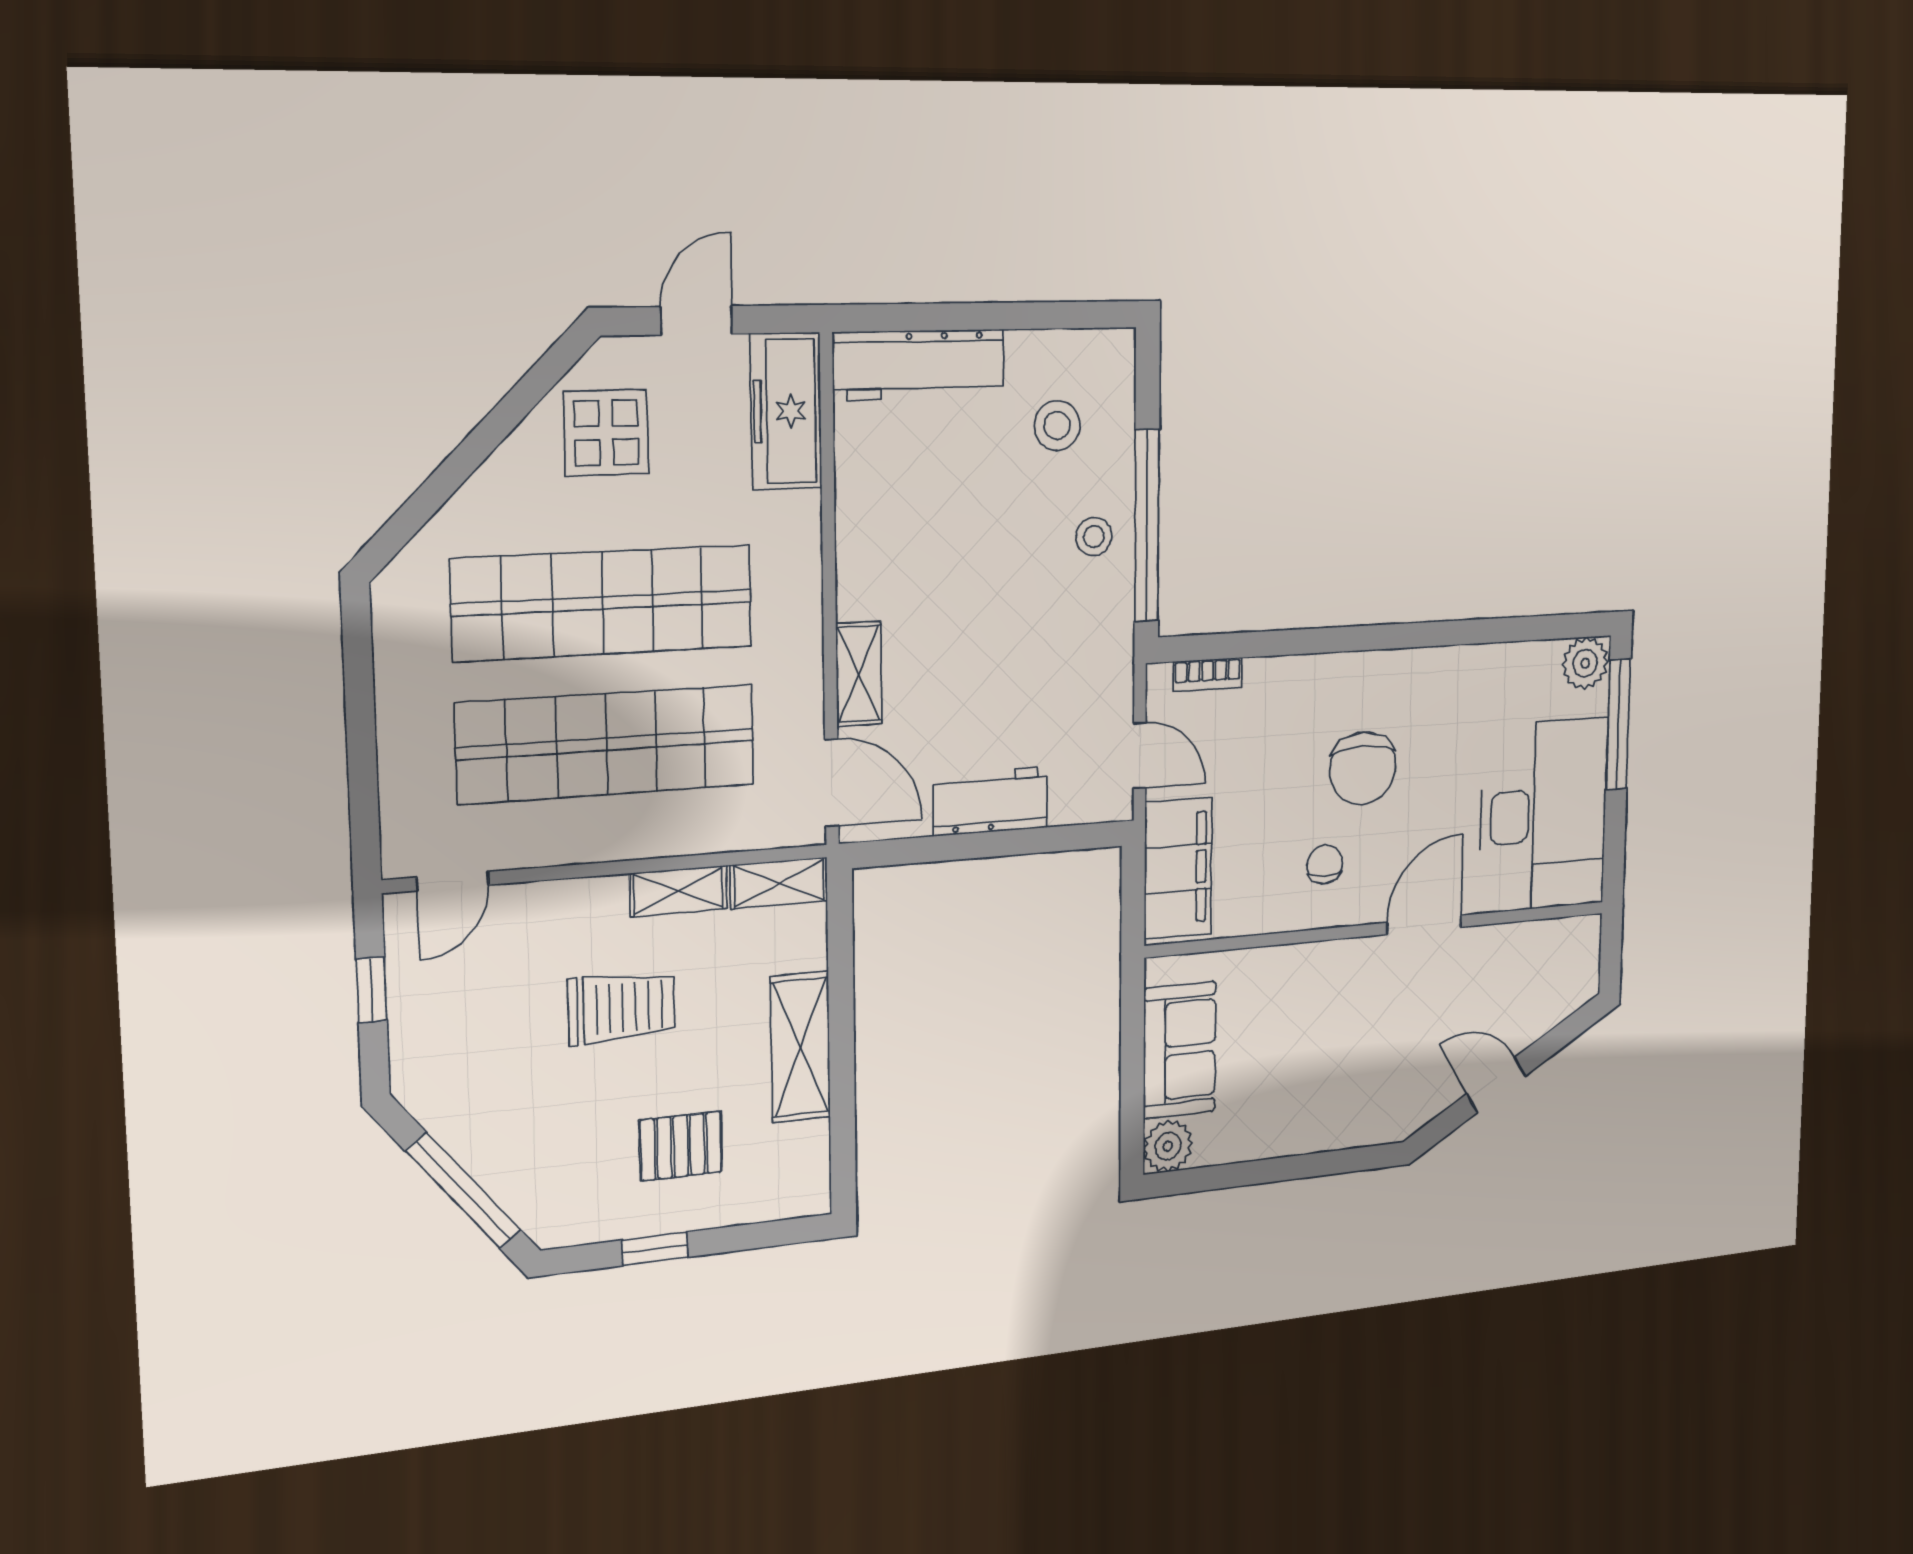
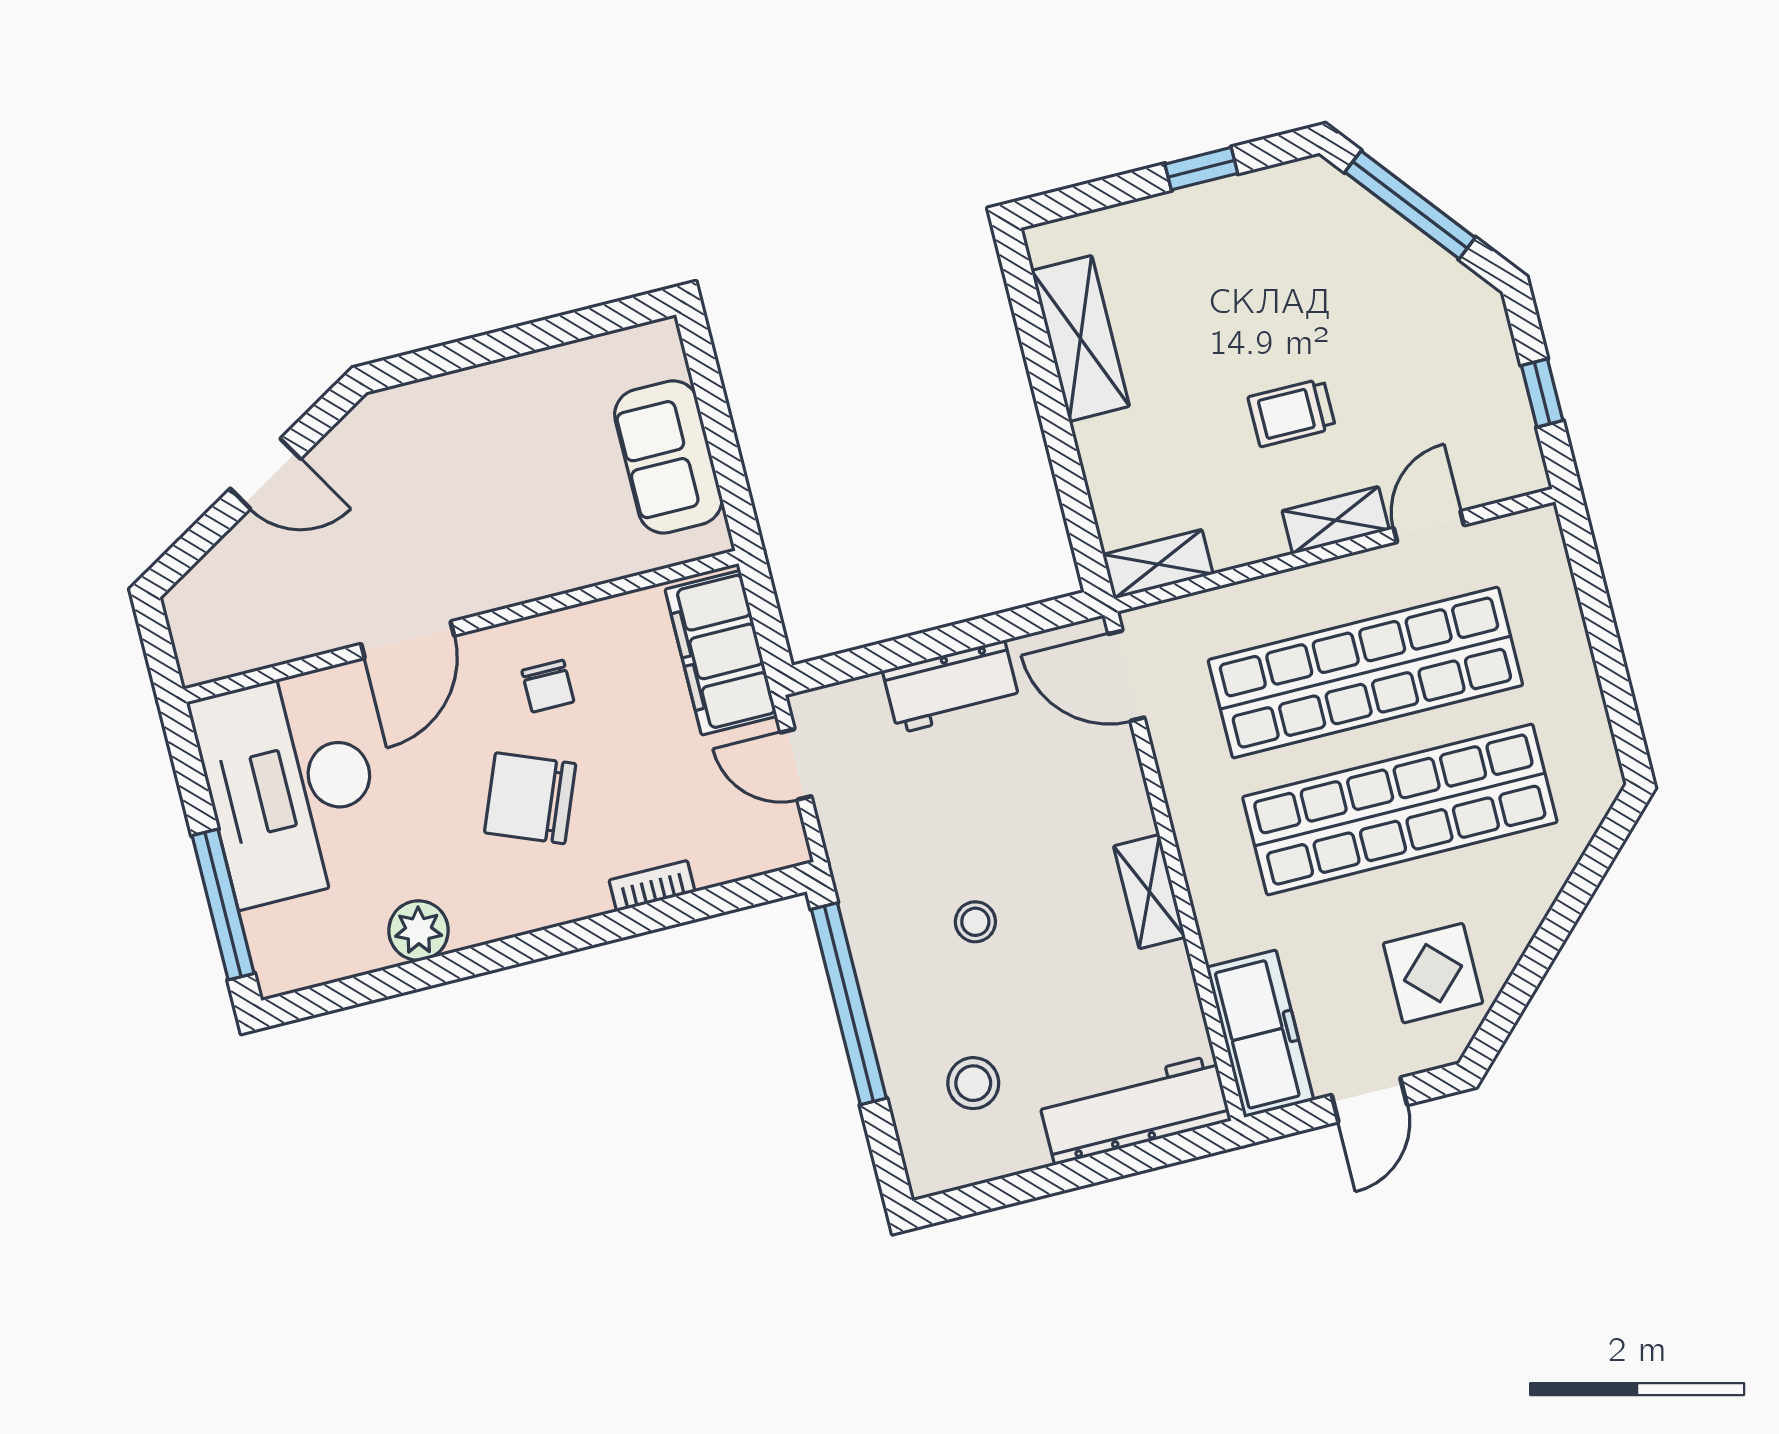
stool: (1094, 537) -> (975, 922), moved
plant: (1585, 663) -> (419, 931), moved
shelving: (859, 674) -> (1149, 892), moved
bookcase: (1208, 674) -> (652, 886), moved
chair: (1363, 768) -> (530, 798), turned -68
door: (453, 881) -> (1429, 527), moved
shelving: (678, 891) -> (1336, 520), moved
trolley: (622, 1007) -> (1292, 413), width x0.73, depth x0.72
shelving: (800, 1047) -> (1080, 338), moved
pallet: (681, 1146) -> (1198, 279), removed
plant: (1168, 1146) -> (655, 350), removed

